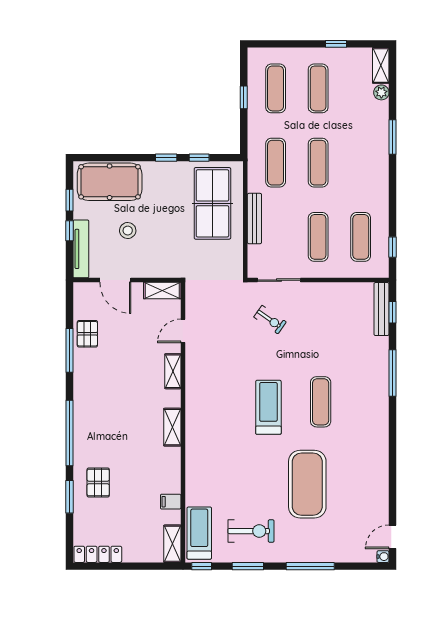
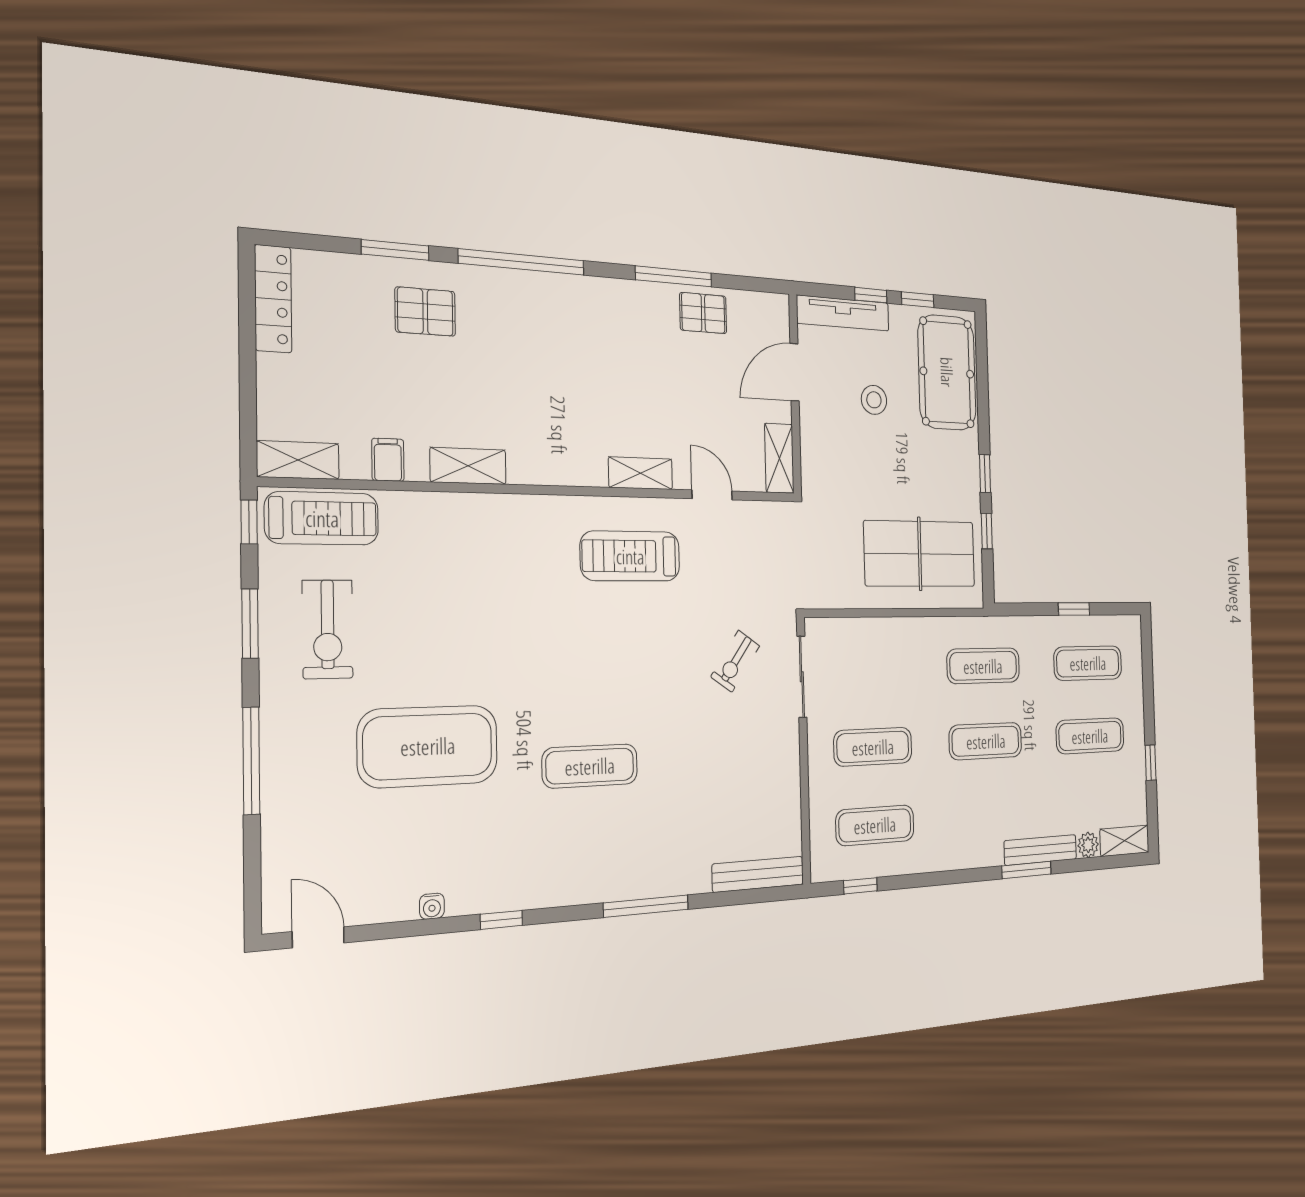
bench: (254, 219) -> (1040, 850), moved
window: (392, 312) -> (501, 920), moved
treadmill: (268, 407) -> (630, 556), moved, turned 180
shelving: (172, 427) -> (468, 466), moved
water cooler: (383, 557) -> (432, 906), moved

